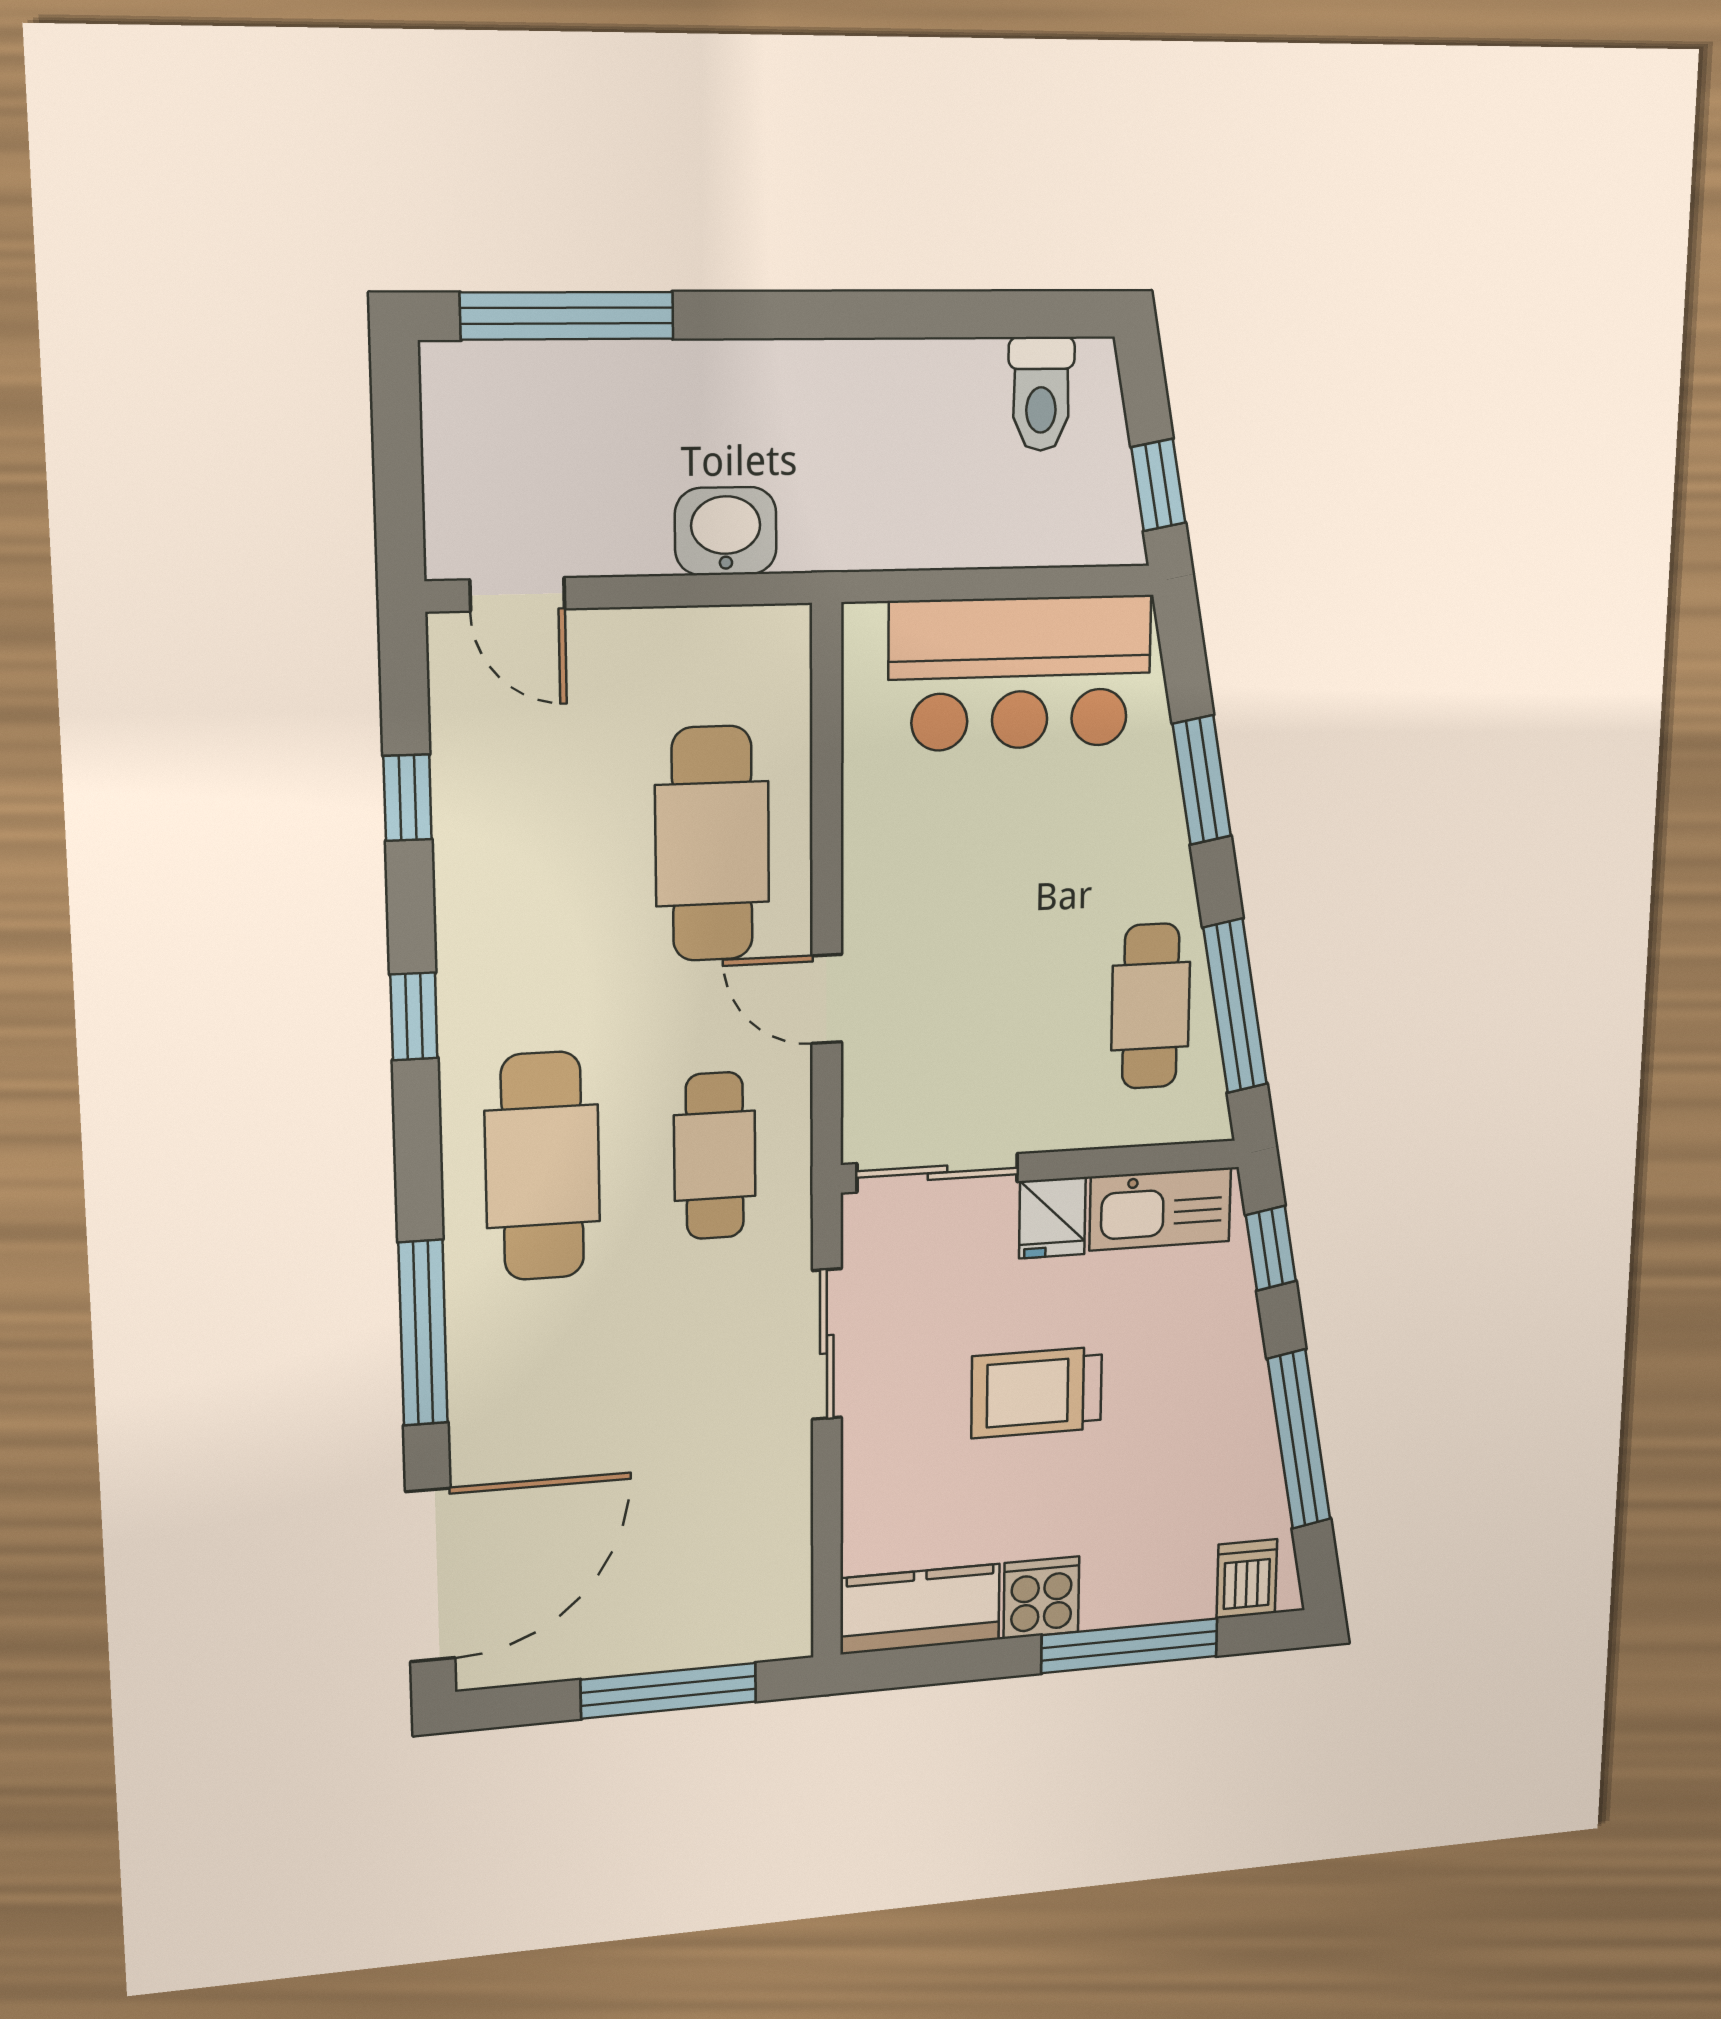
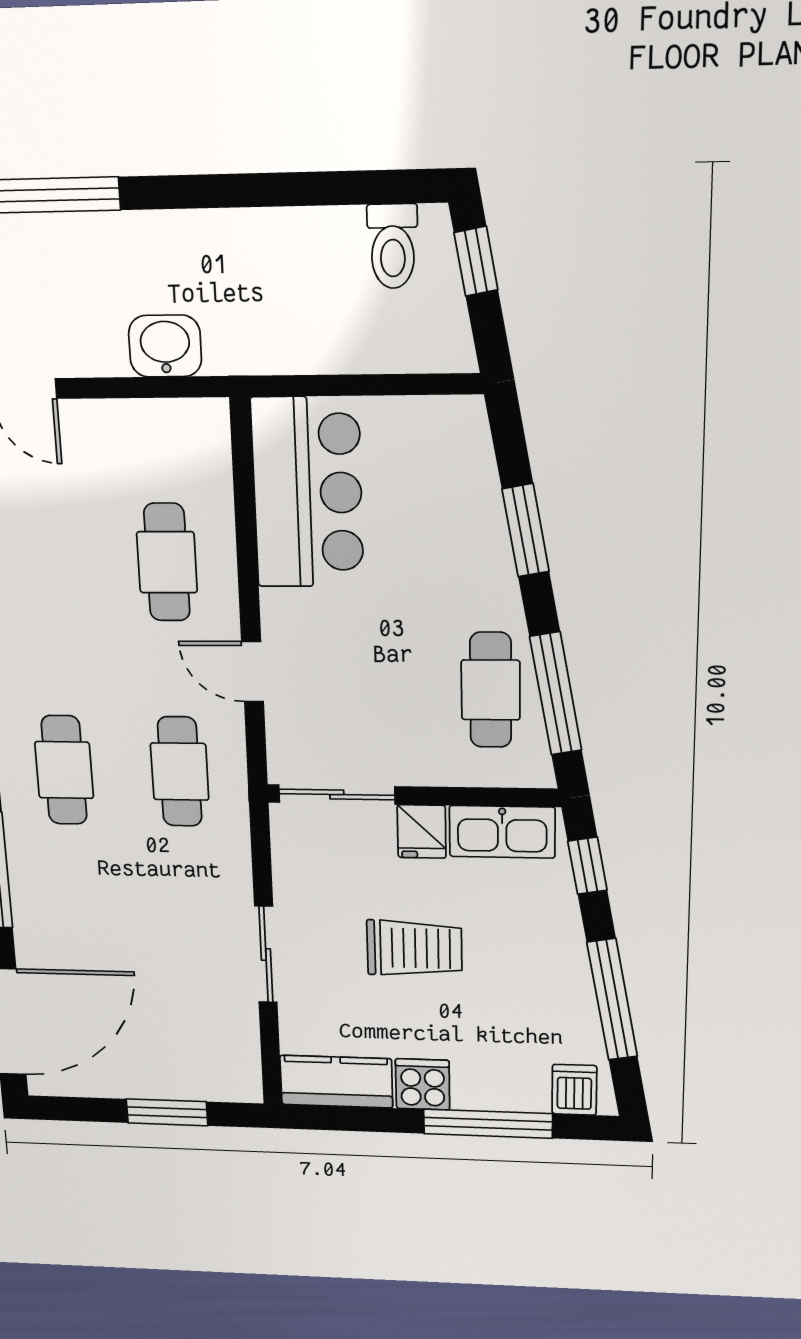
window: (1158, 485) -> (476, 261), moved
bar counter: (1020, 673) -> (308, 493), moved, turned -90
cafe table: (712, 844) -> (167, 562), width x0.73, depth x0.74
cafe table: (542, 1166) -> (64, 770), width x0.73, depth x0.74
sliding door: (827, 1344) -> (266, 954), moved
trolley: (1037, 1392) -> (414, 948), turned 180
window: (669, 1691) -> (167, 1112), width x0.69

